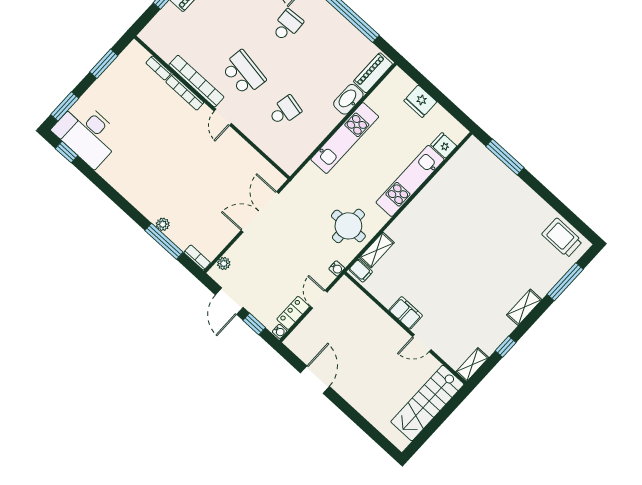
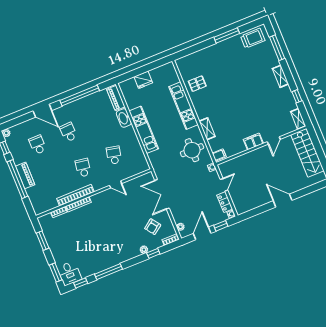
school desk: (243, 73) -> (83, 168), width x0.54
door: (223, 117) -> (116, 184), moved
desk: (87, 134) -> (69, 273), width x0.53, depth x0.77
fridge: (444, 145) -> (173, 78), removed
window: (505, 157) -> (227, 35), moved
window: (104, 186) -> (109, 272), added
pallet: (453, 186) -> (197, 84), added
armchair: (204, 221) -> (153, 227), added
trolley: (562, 238) -> (253, 38), turned 180
window: (164, 241) -> (153, 253), width x0.46
shelving: (377, 250) -> (207, 129), moved
door: (319, 299) -> (224, 185), swing flipped
door: (229, 301) -> (202, 233), swing flipped
door: (315, 380) -> (283, 201), moved

